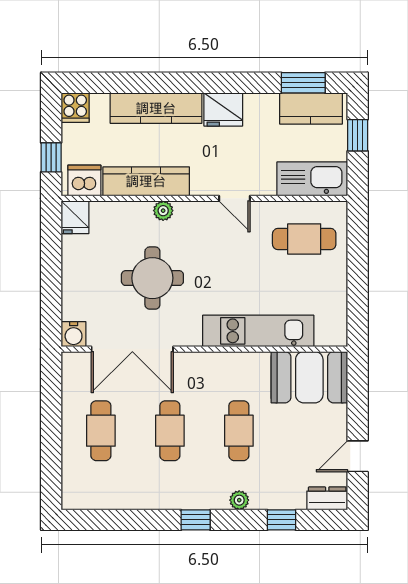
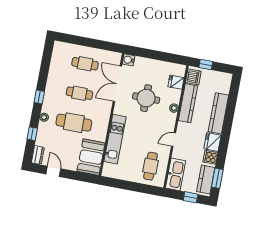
cooker: (75, 108) -> (210, 157), moved
fridge: (75, 217) -> (176, 82), moved
cafe table: (239, 431) -> (74, 123), width x1.37, depth x1.35

